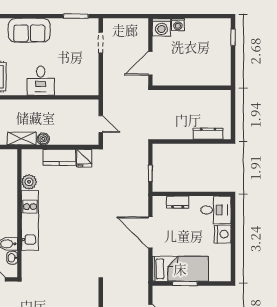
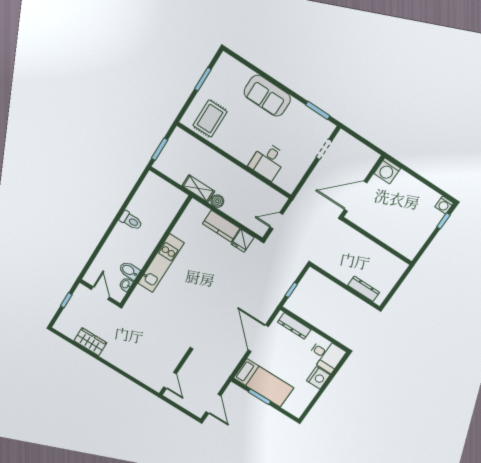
washing machine: (178, 25) -> (444, 205), moved
door: (150, 63) -> (356, 196), width x1.36
desk: (41, 81) -> (268, 161), moved
door: (101, 124) -> (276, 221), swing flipped
plant: (29, 182) -> (181, 230), removed
dresser: (178, 202) -> (294, 326), width x1.44

